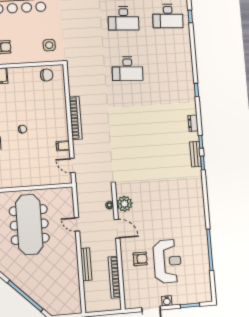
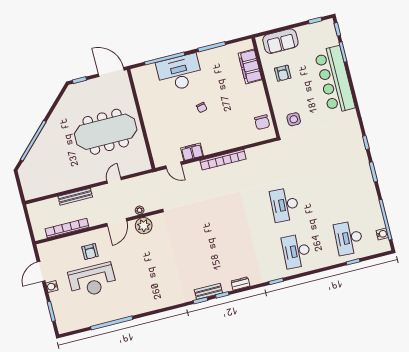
desk: (123, 18) -> (296, 251), moved
filing cabinet: (63, 146) -> (192, 152), width x2.00
door: (73, 166) -> (174, 165), swing flipped

